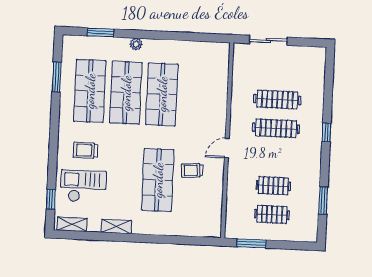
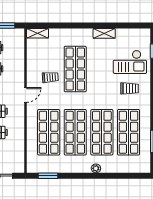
window: (101, 32) -> (48, 176), moved
shop shelf: (198, 96) -> (49, 132), added
shelving: (72, 224) -> (38, 33), moved

